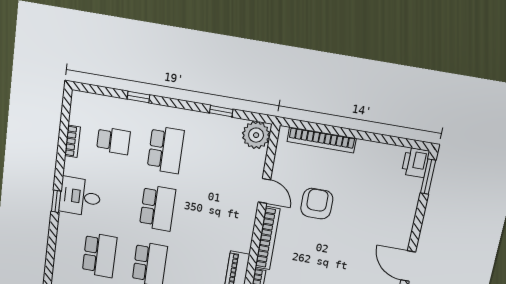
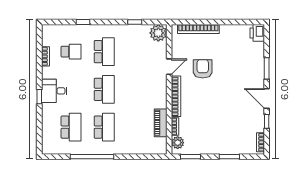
window: (428, 177) -> (267, 68), moved
door: (264, 191) -> (169, 67), hinge flipped

